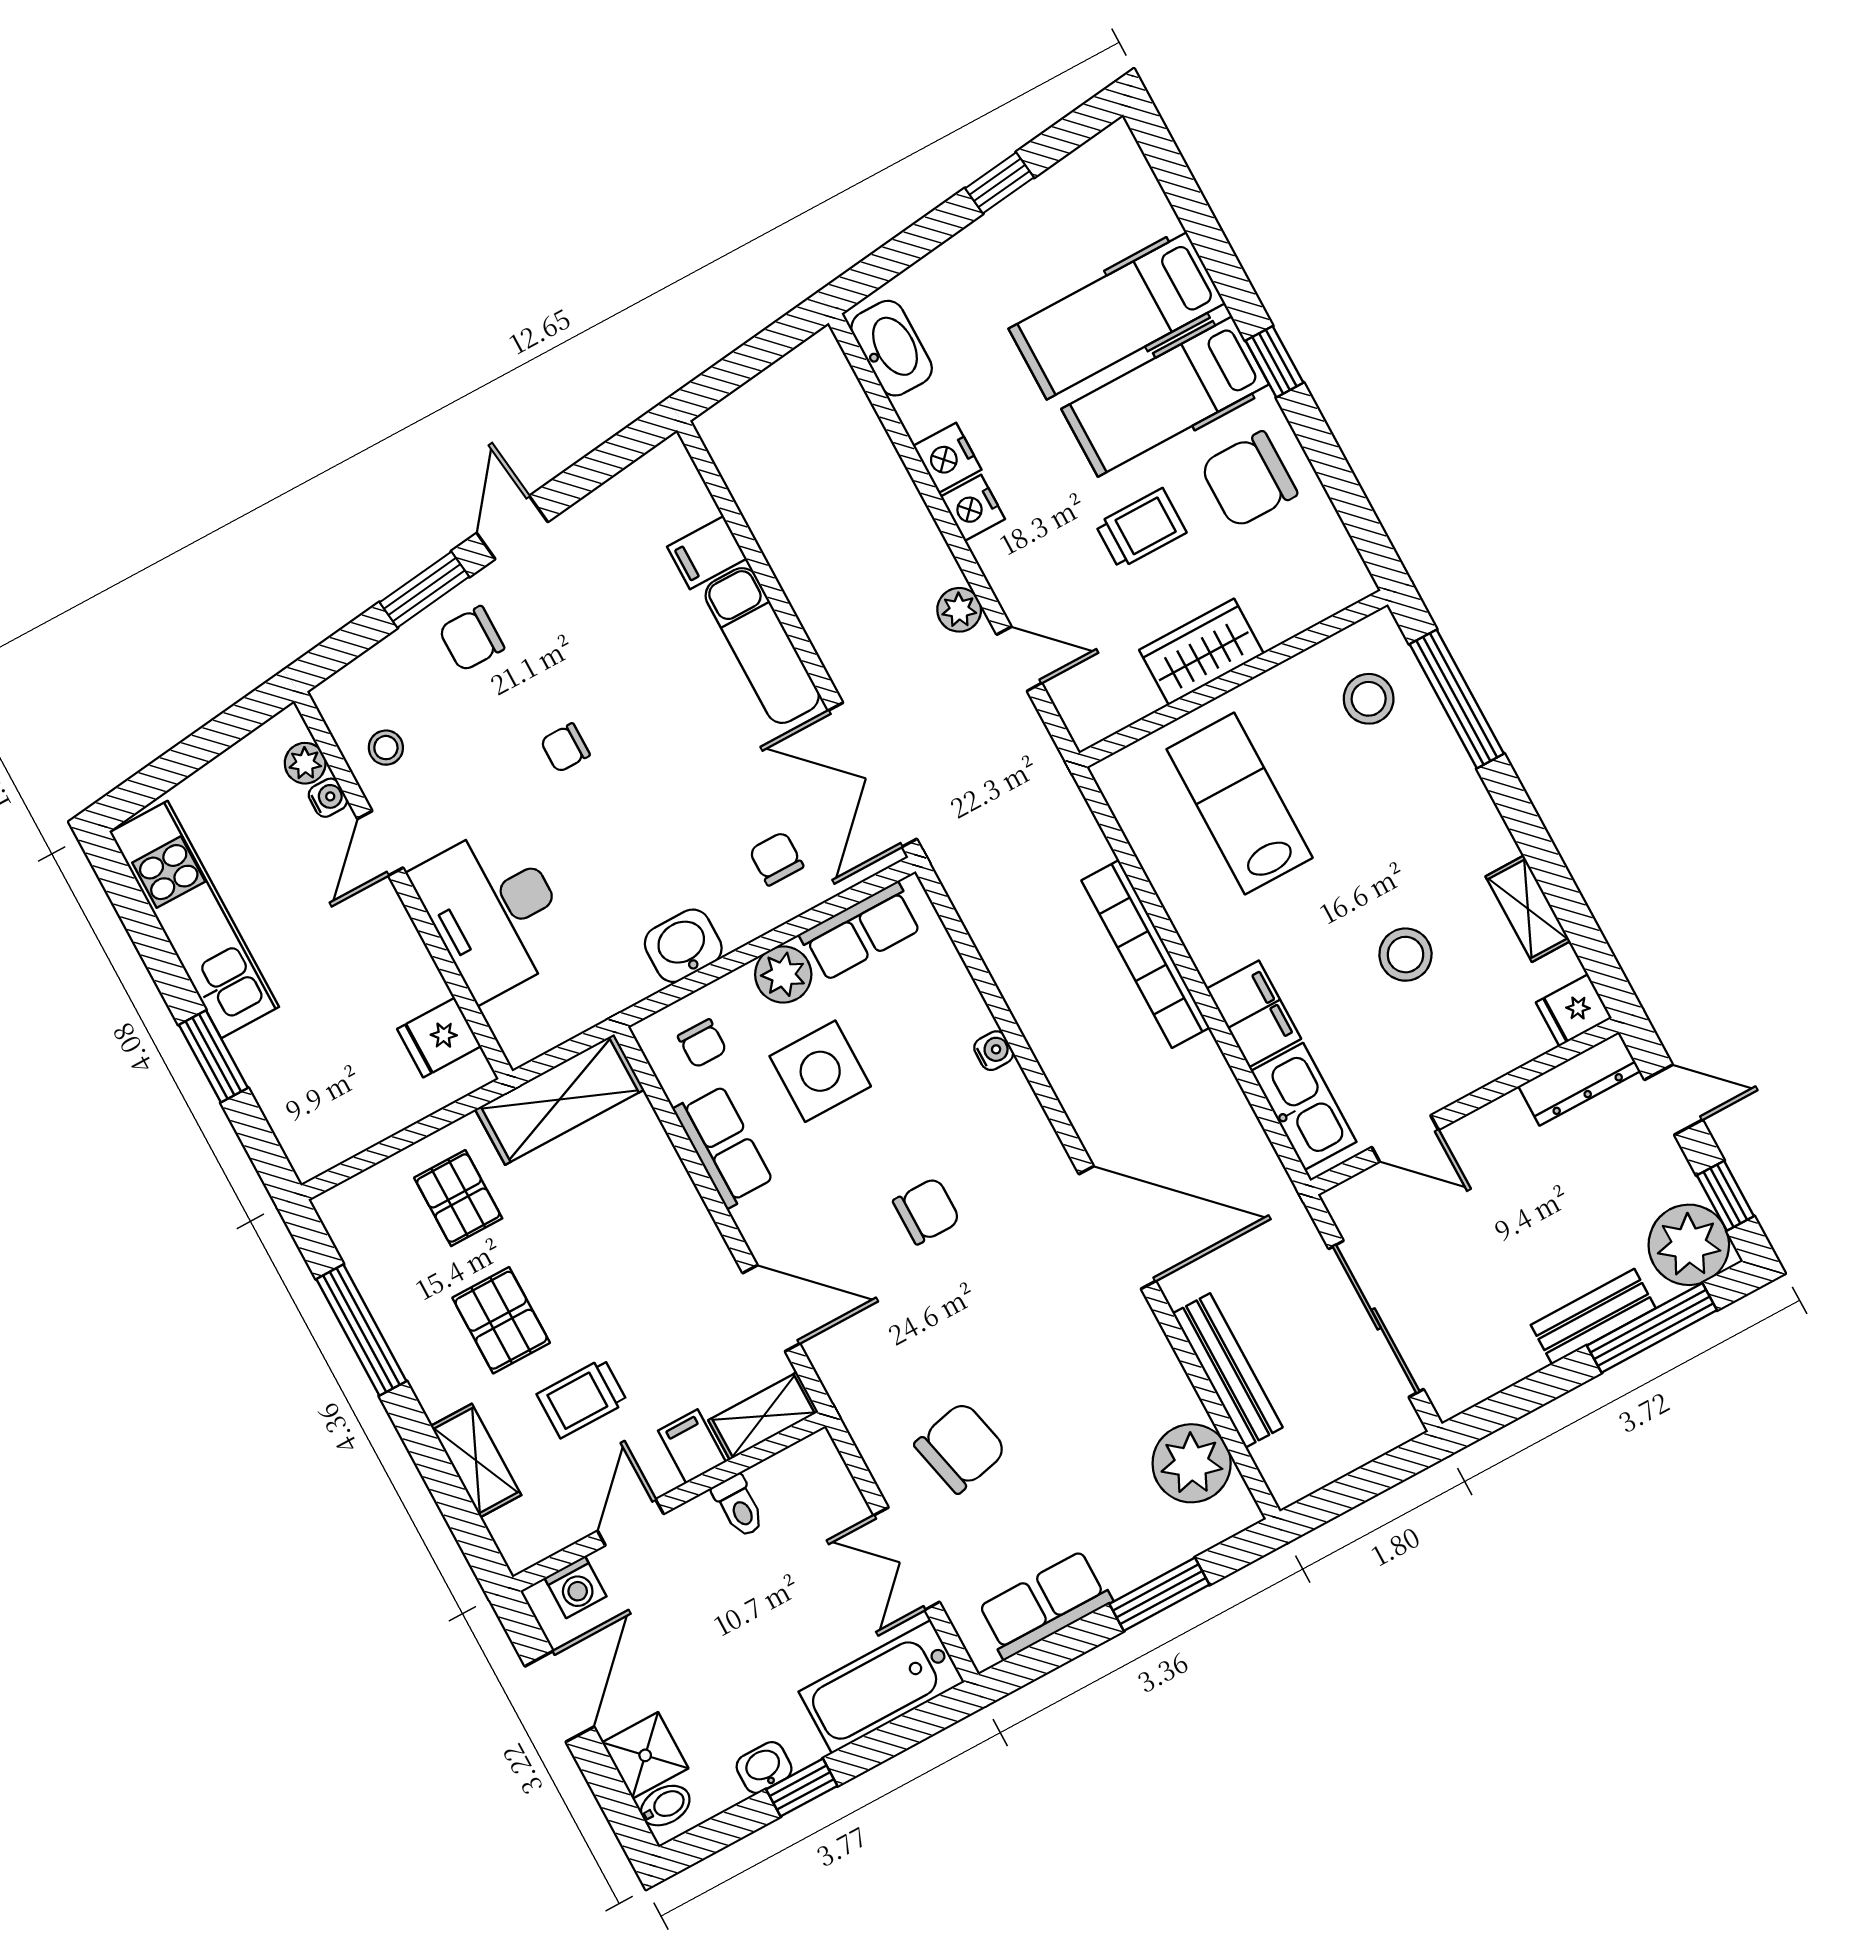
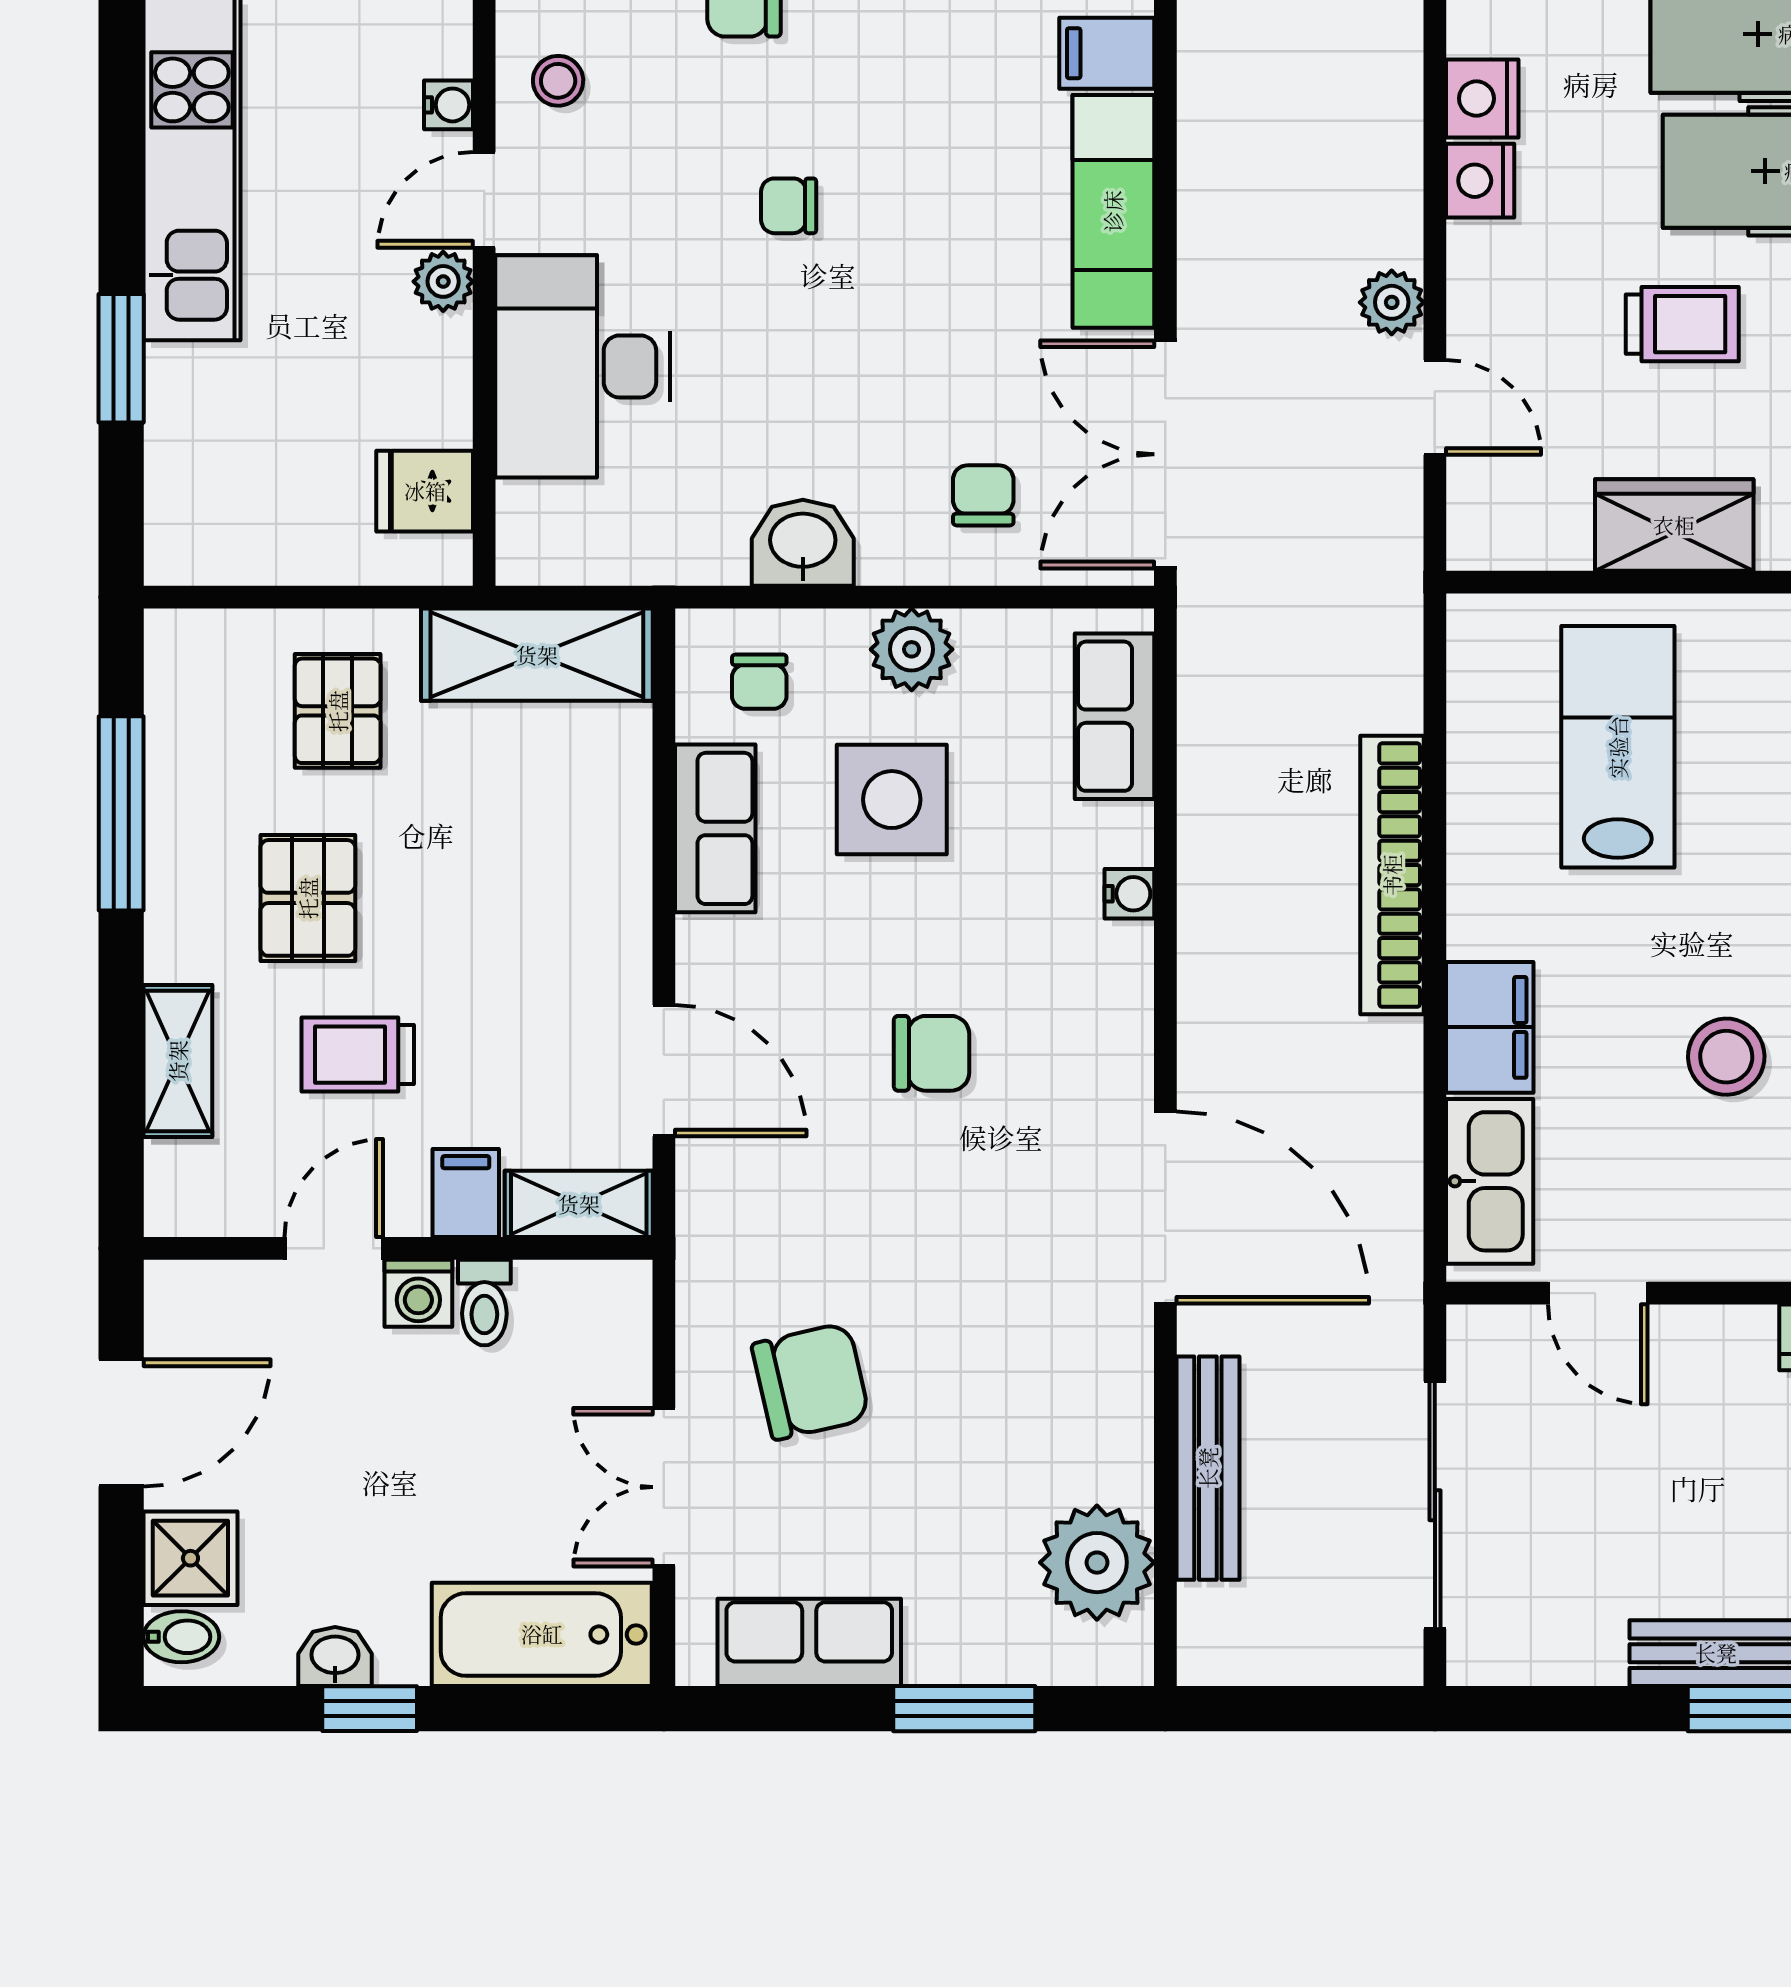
plant: (305, 763) -> (443, 281), moved
row of seats: (861, 931) -> (1115, 716), moved, turned 90
washing machine: (575, 1587) -> (418, 1293), moved

